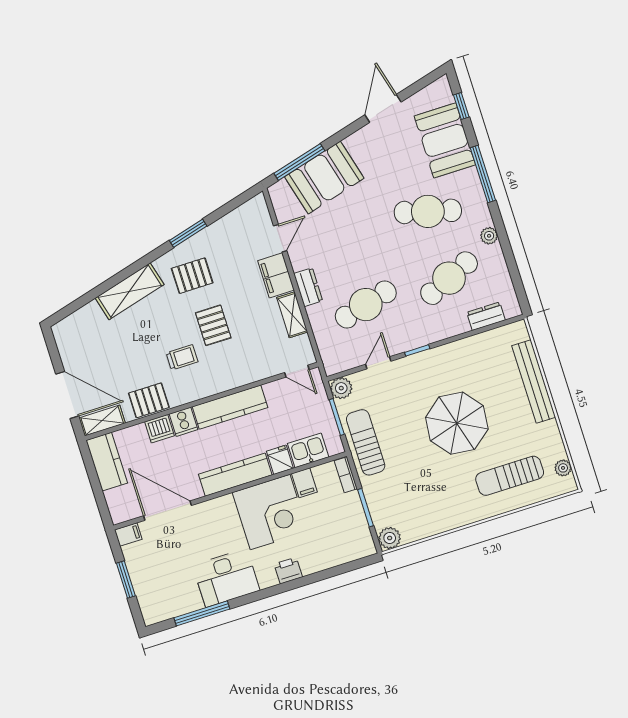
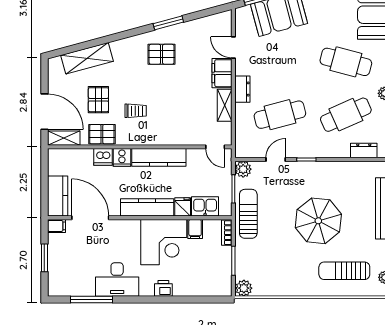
door: (280, 238) -> (233, 47), swing flipped
shelving: (130, 291) -> (87, 58), moved
pallet: (213, 325) -> (98, 100), moved
kitchen counter: (107, 462) -> (58, 196), moved

